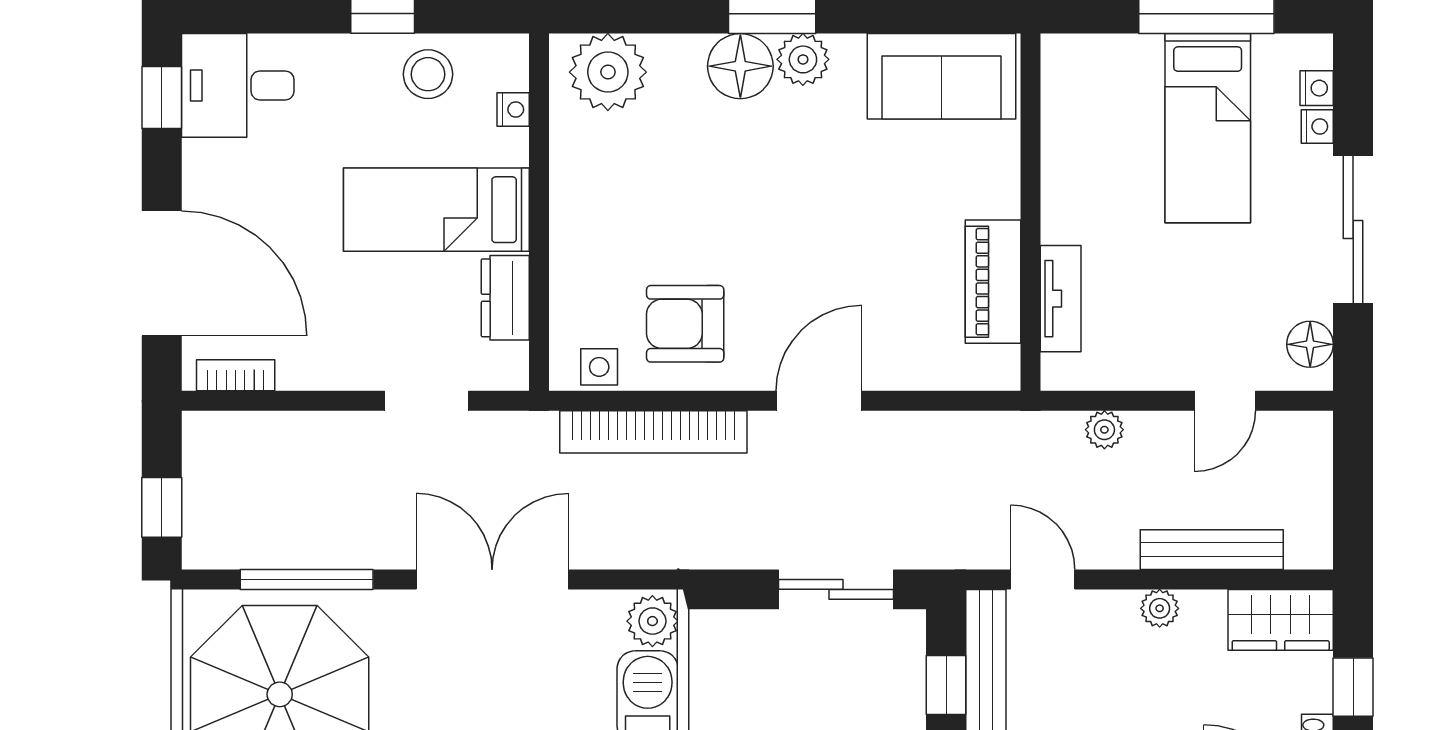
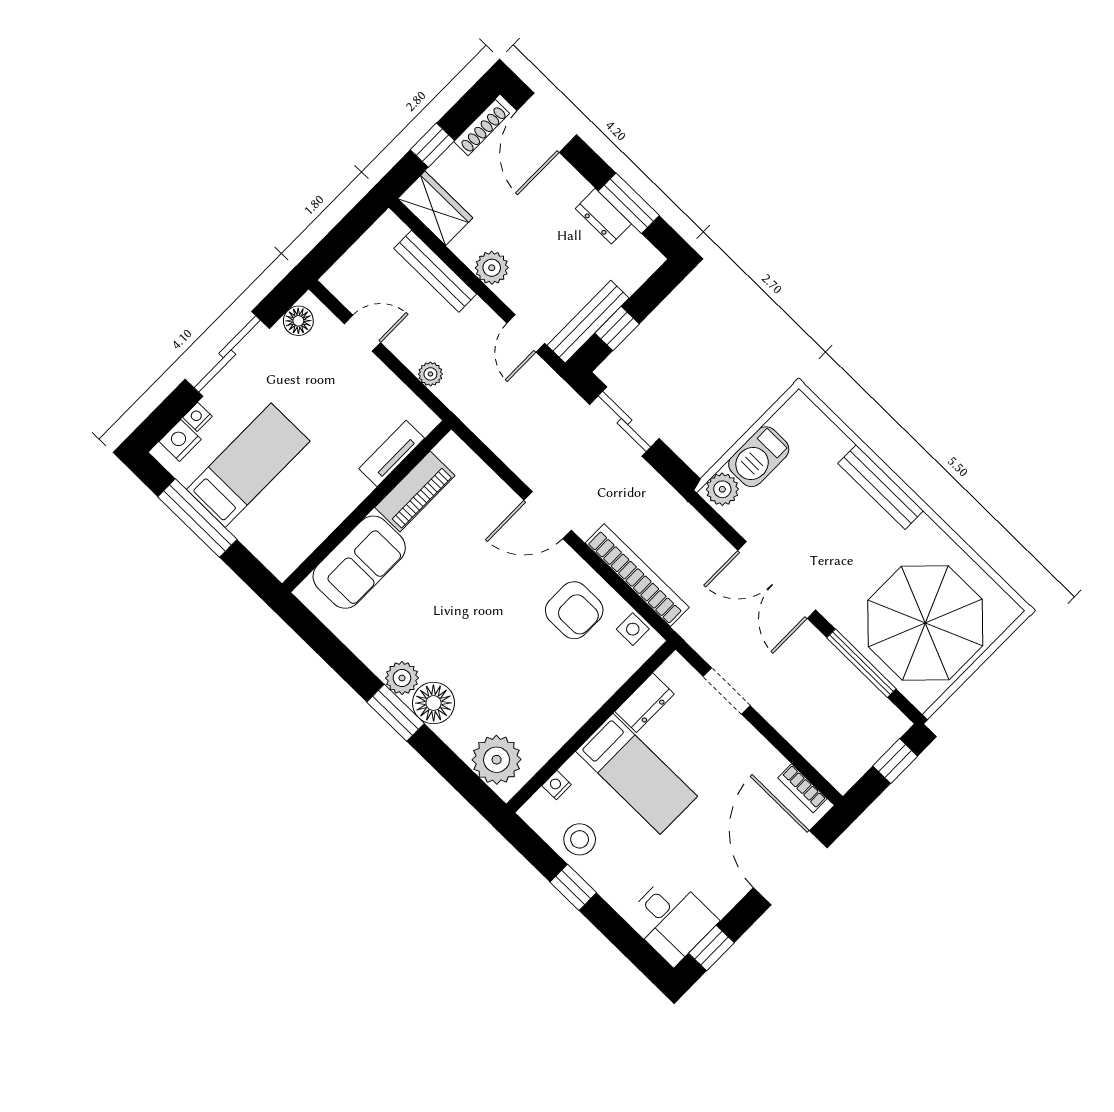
sofa: (942, 76) -> (359, 562), moved, turned 90
nightstand: (1317, 88) -> (180, 440), width x1.39, depth x1.35
plant: (1160, 608) -> (492, 268), width x1.38, depth x1.38

